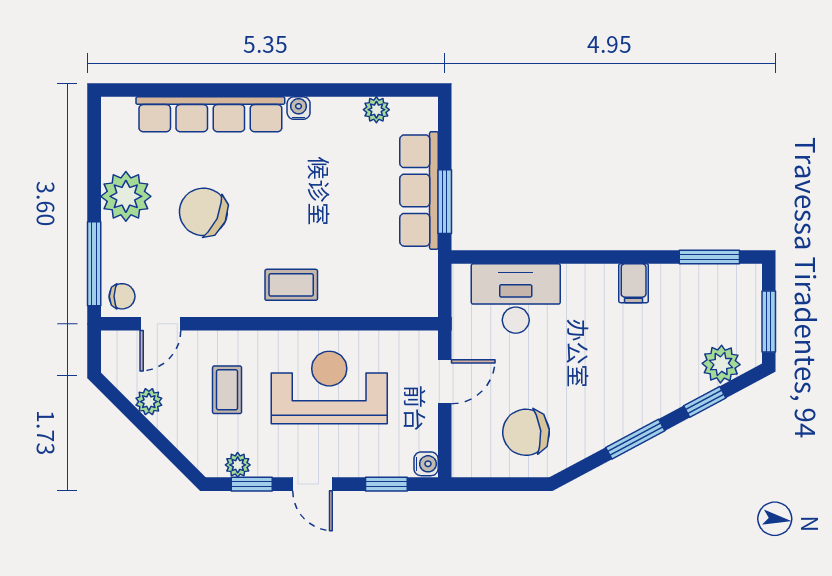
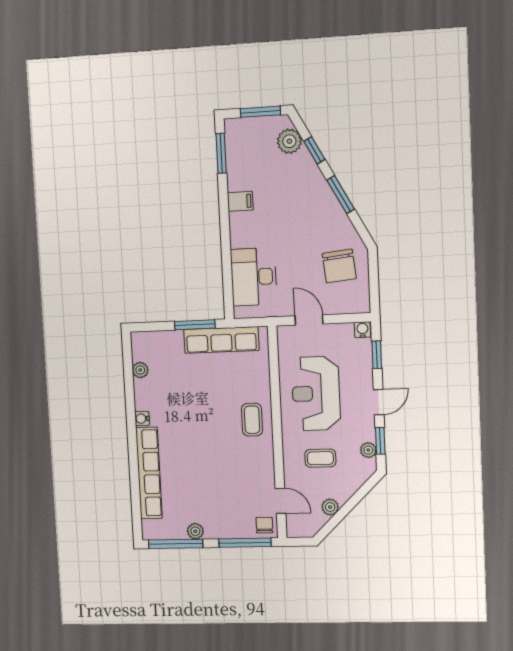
window: (94, 151) -> (176, 544), added
row of seats: (419, 191) -> (221, 340), moved
plant: (126, 196) -> (195, 531), width x0.53, depth x0.53
chair: (203, 212) -> (209, 476), removed

